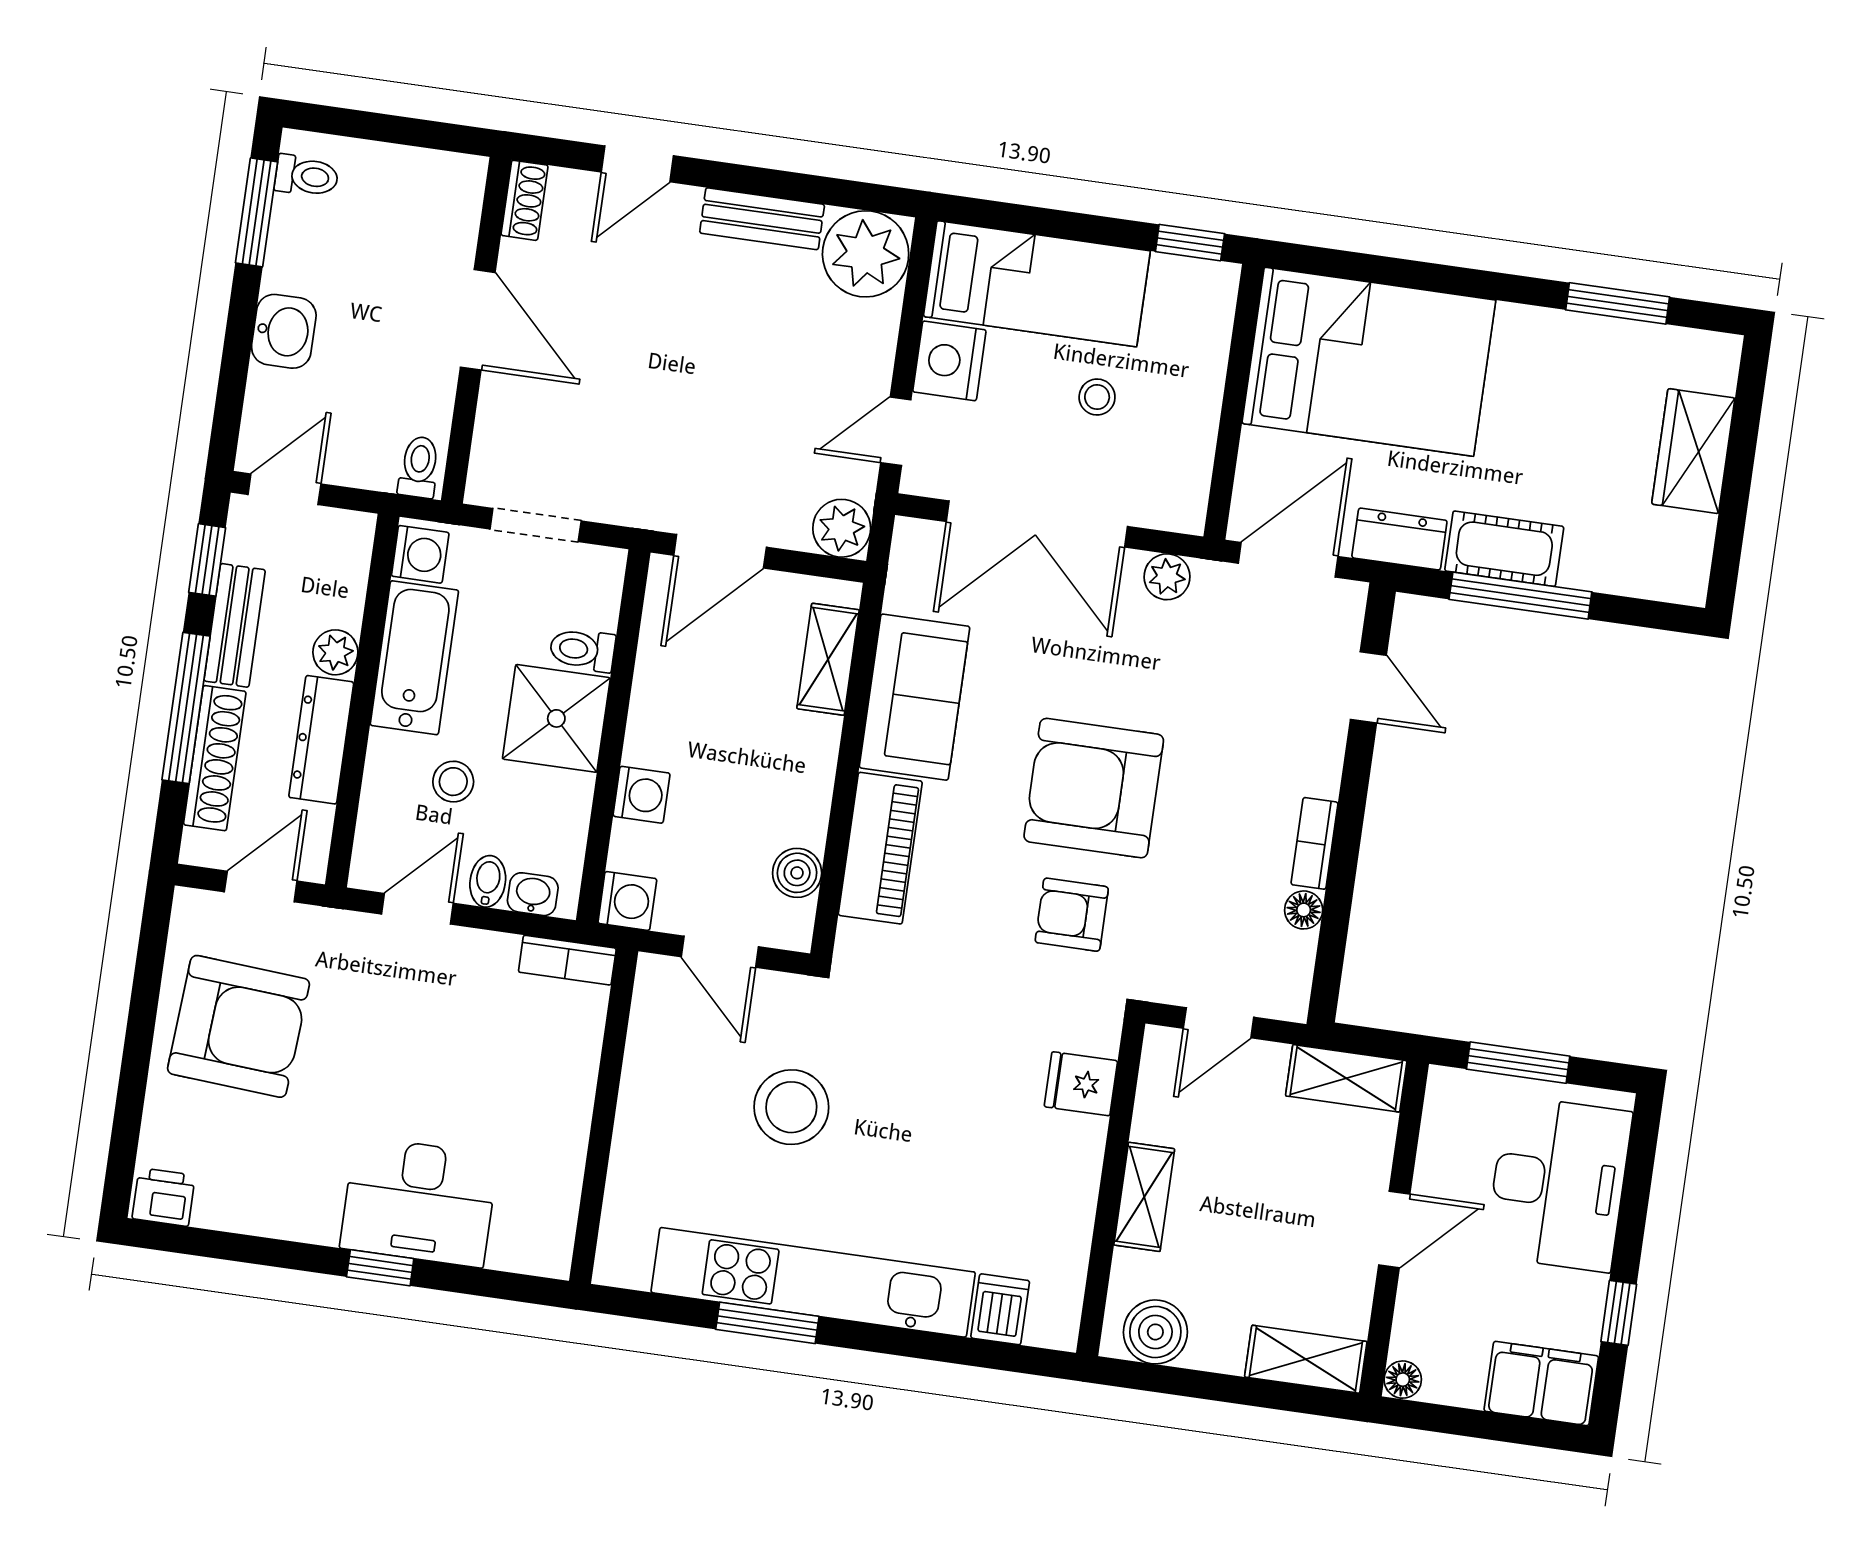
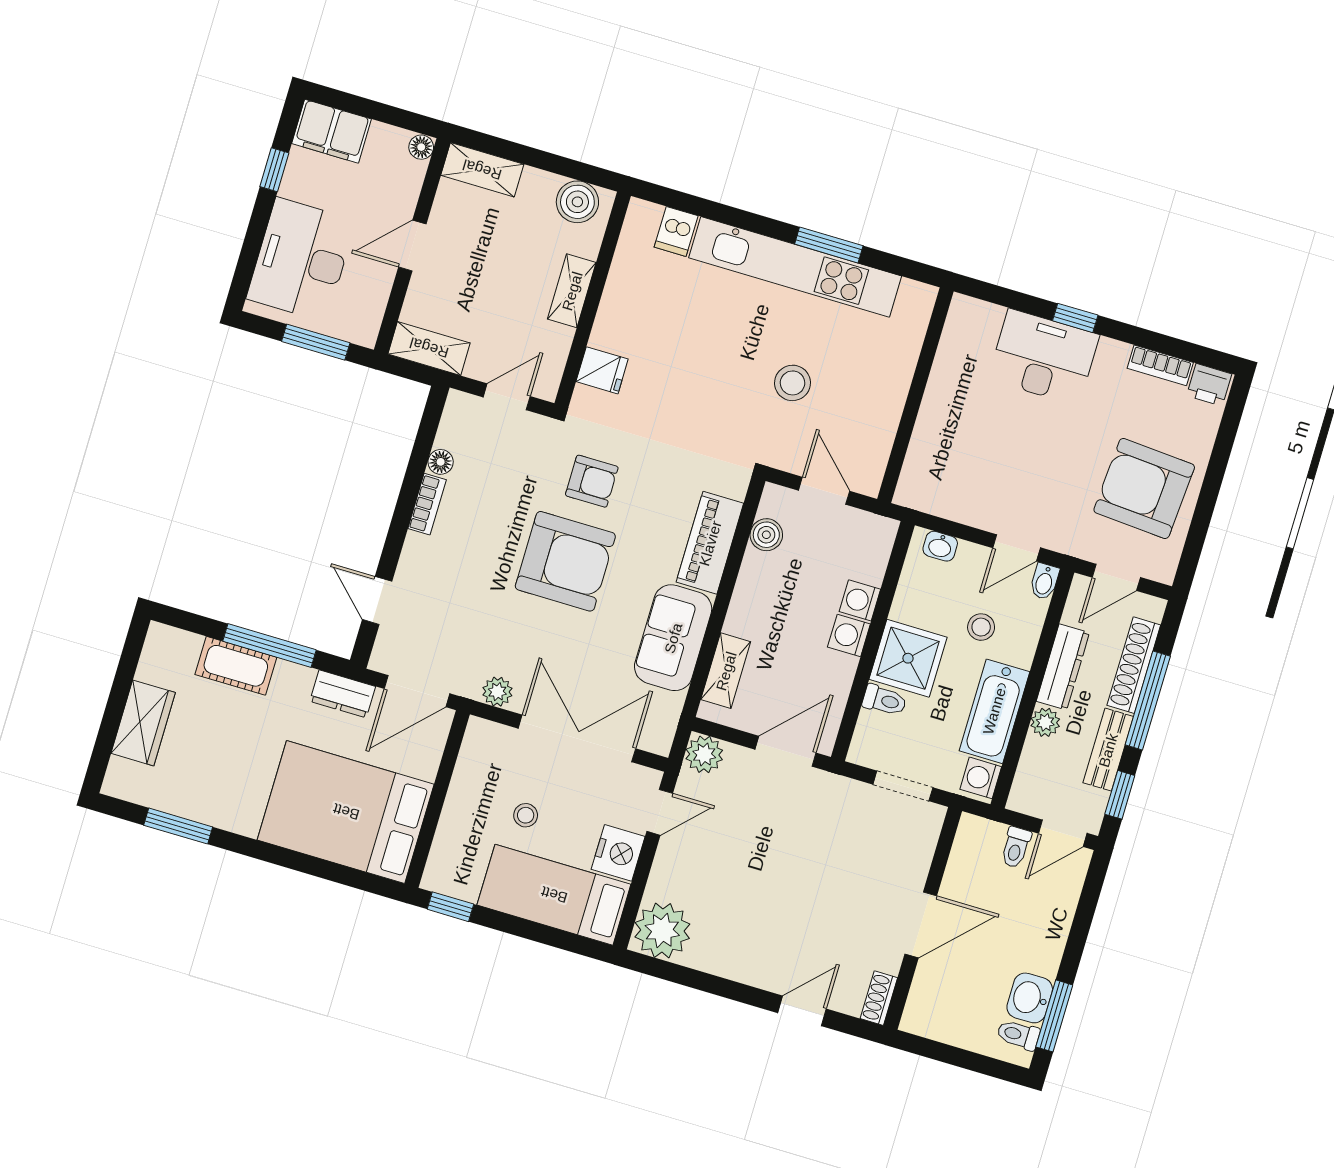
bench: (762, 219) -> (726, 963), removed
door: (478, 320) -> (921, 925), swing flipped
washbasin: (284, 331) -> (1030, 998), moved
toilet: (419, 467) -> (1016, 847), moved
cot: (1504, 549) -> (236, 666), moved
bidet: (488, 881) -> (1044, 581), moved
washing machine: (627, 901) -> (849, 636), moved
bookcase: (567, 960) -> (1160, 365), moved, turned 180
stool: (791, 1107) -> (792, 383), width x0.73, depth x0.73

